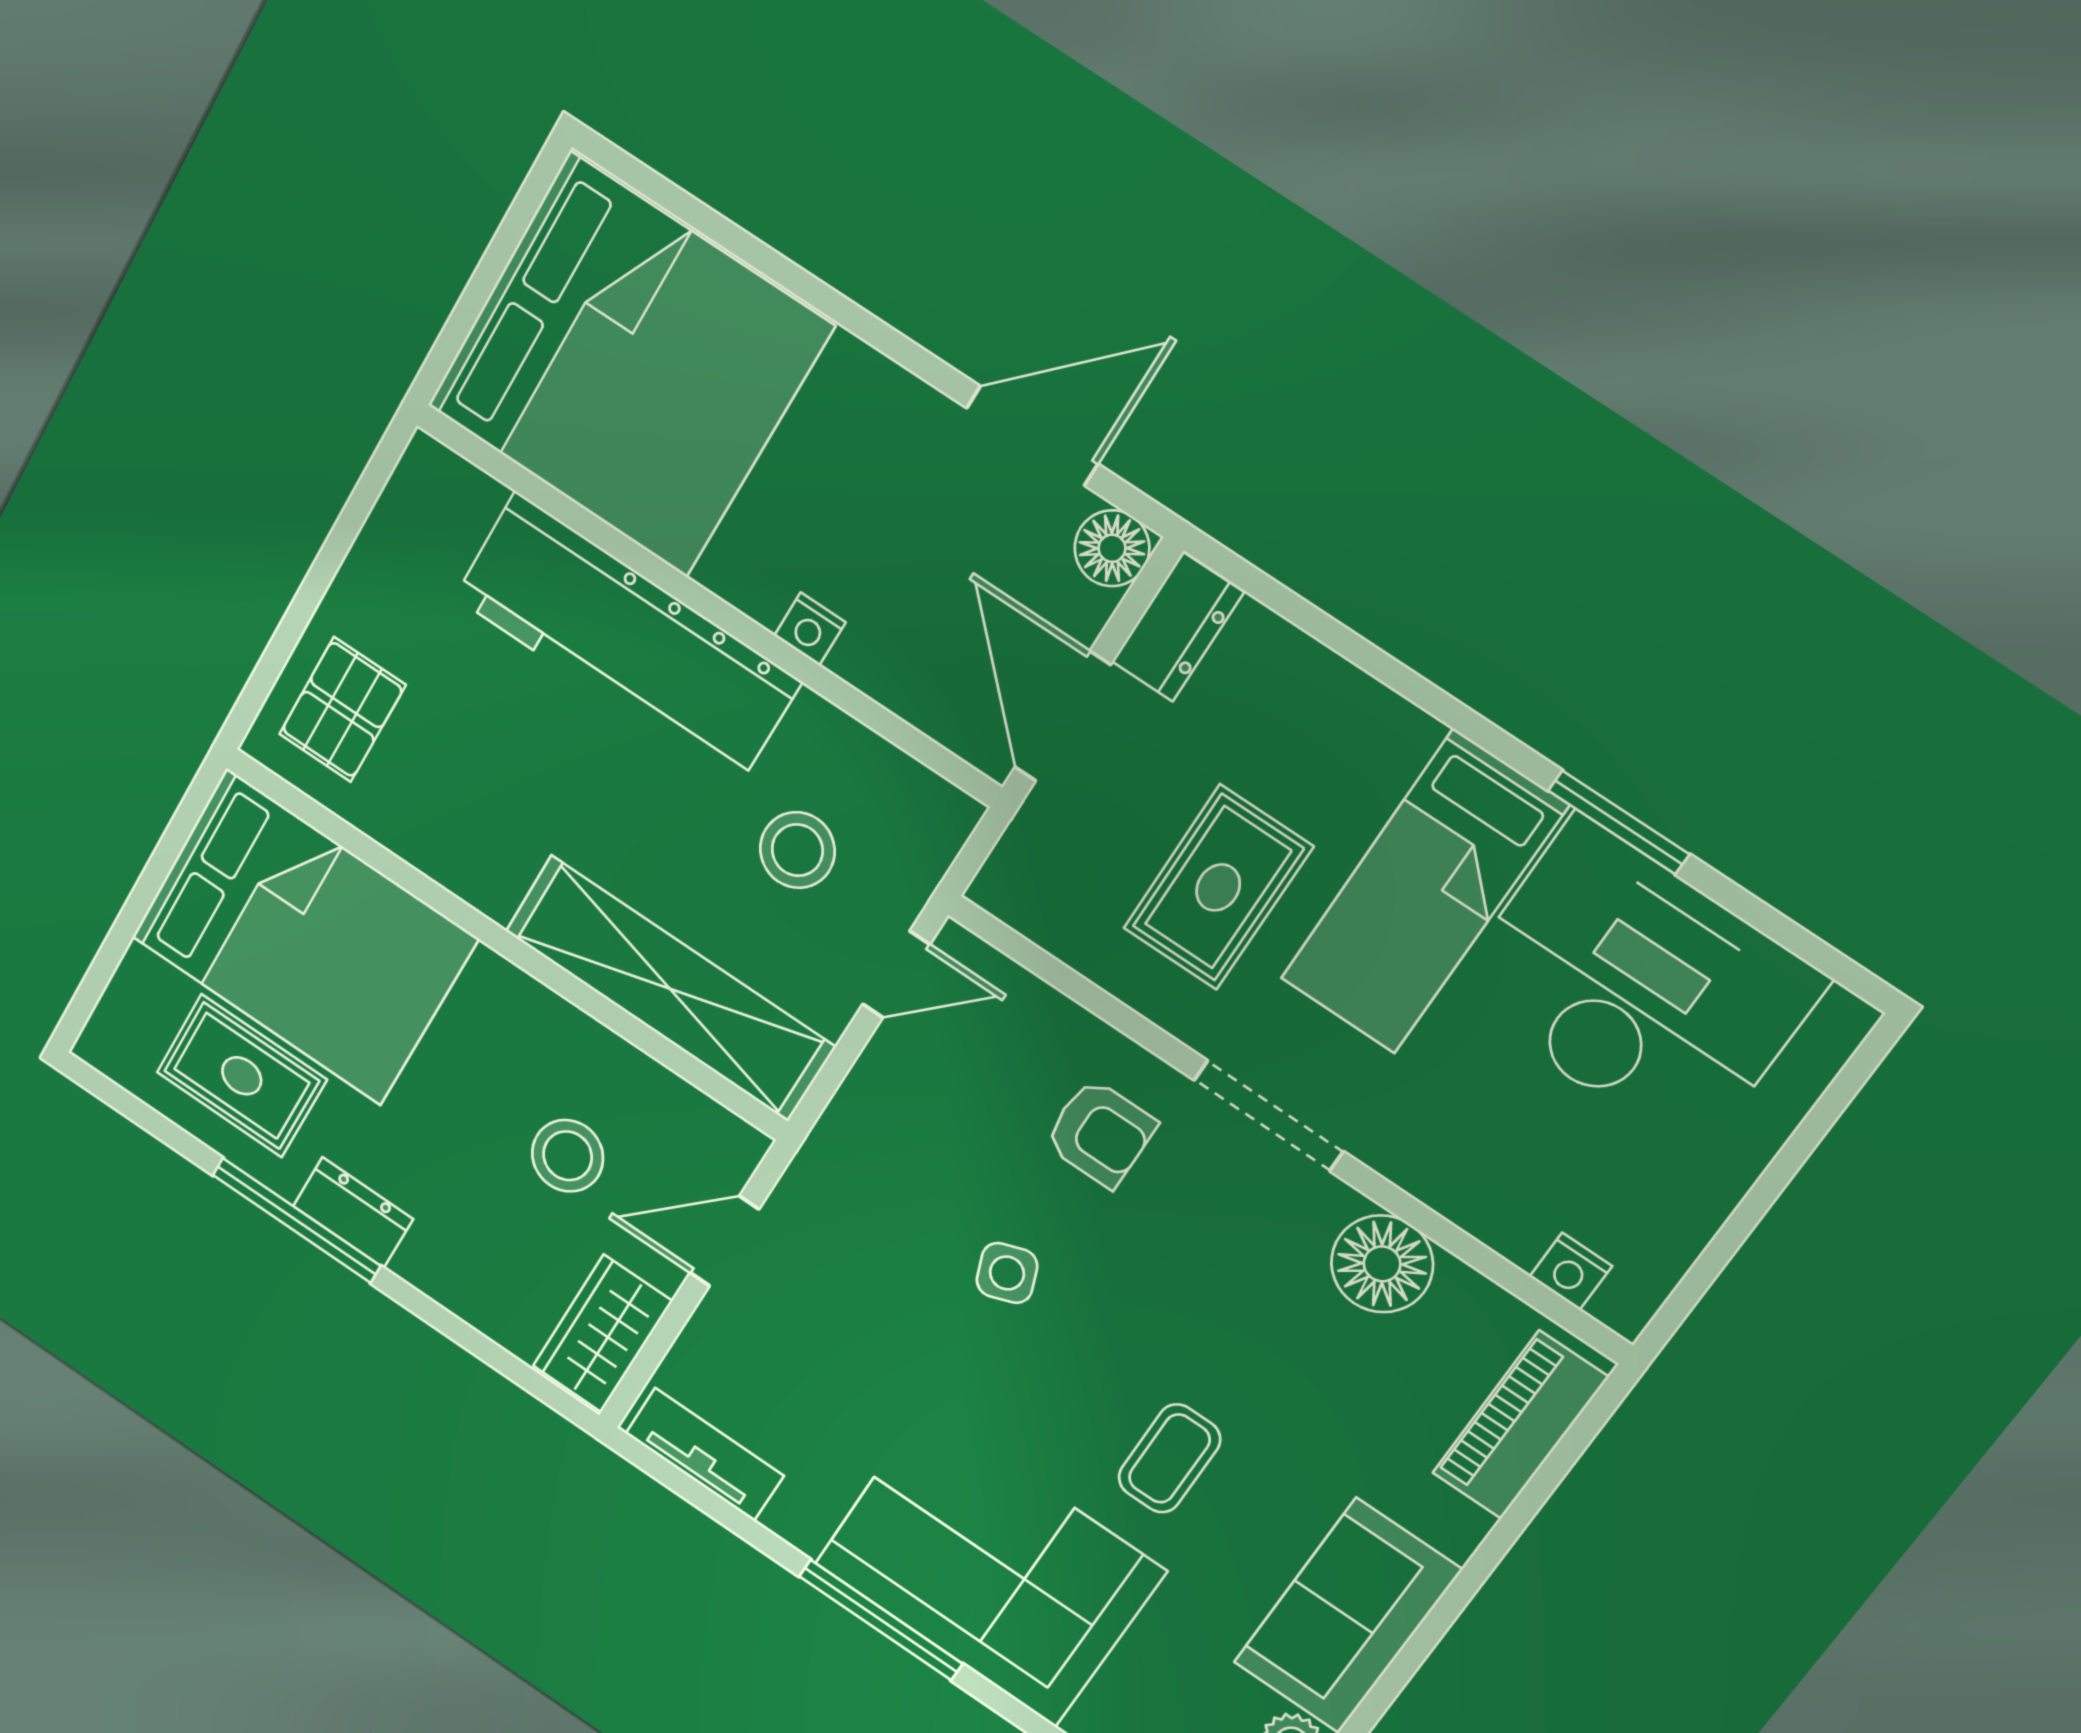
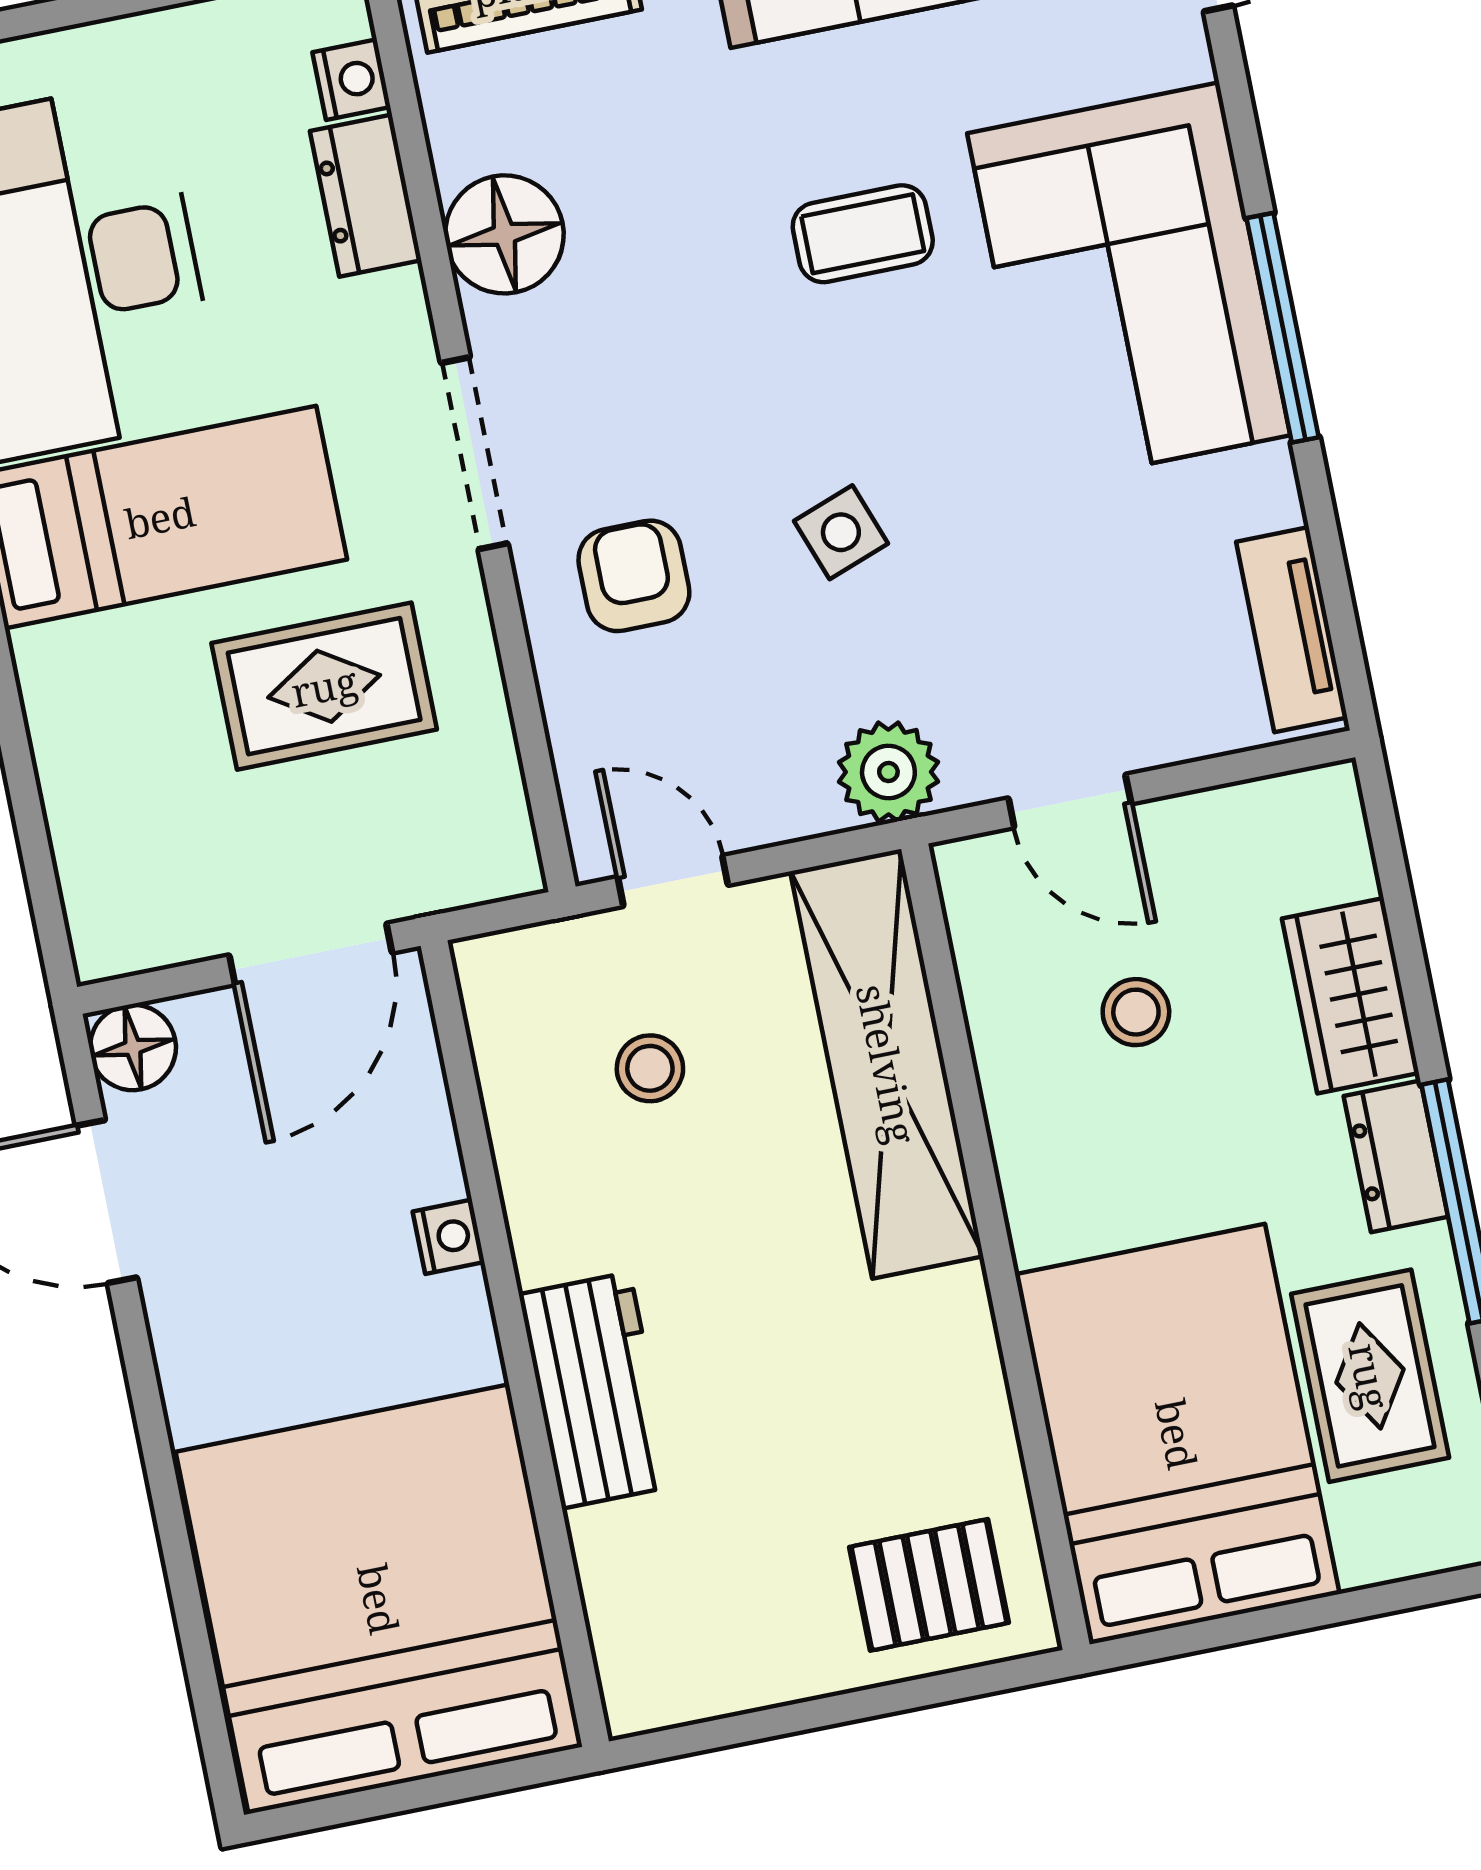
dresser: (1178, 627) -> (366, 196), moved, turned -90
workbench: (627, 639) -> (596, 1390), width x0.53, depth x0.76
stool: (797, 850) -> (650, 1068), width x0.73, depth x0.73
stool: (568, 1156) -> (1136, 1012), width x0.73, depth x0.73
plant: (840, 1159) -> (888, 772), added
wardrobe: (602, 1334) -> (1350, 996), moved, turned 90

